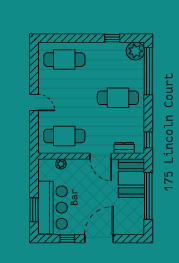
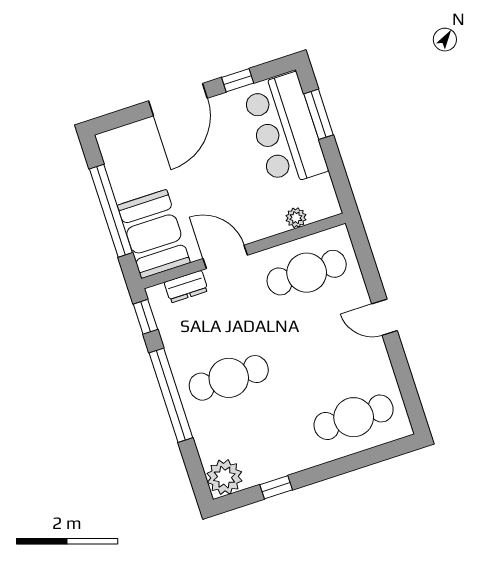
window: (148, 71) -> (171, 395), moved

